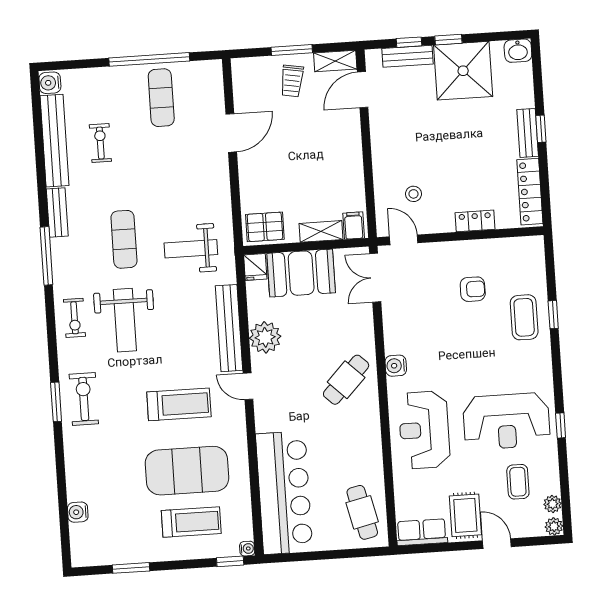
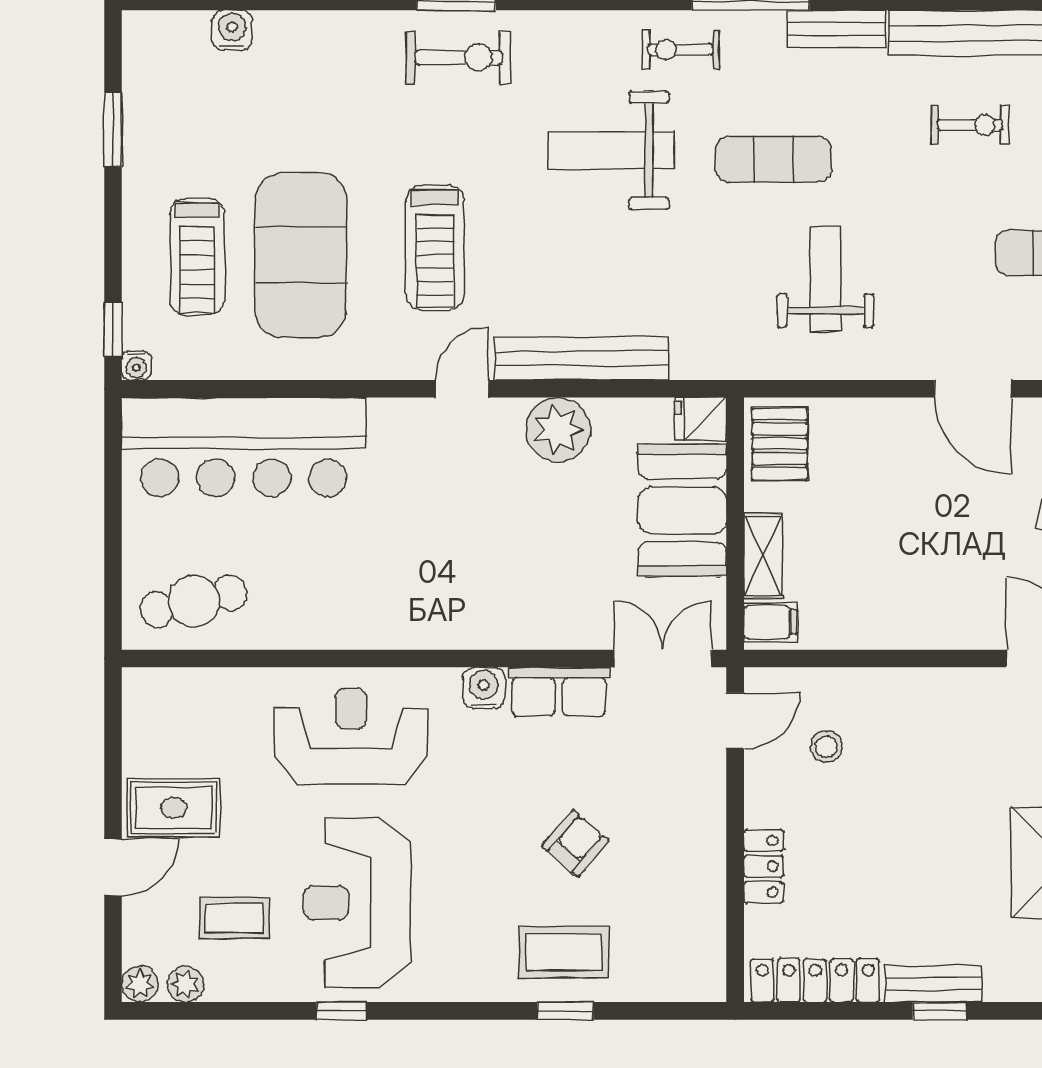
weight bench: (191, 249) -> (825, 279), moved
armchair: (473, 289) -> (575, 843), moved, turned -139
exercise bike: (74, 318) -> (681, 50), moved
cafe table: (346, 380) -> (462, 586), removed
row of seats: (422, 532) -> (559, 691), moved, turned 90

